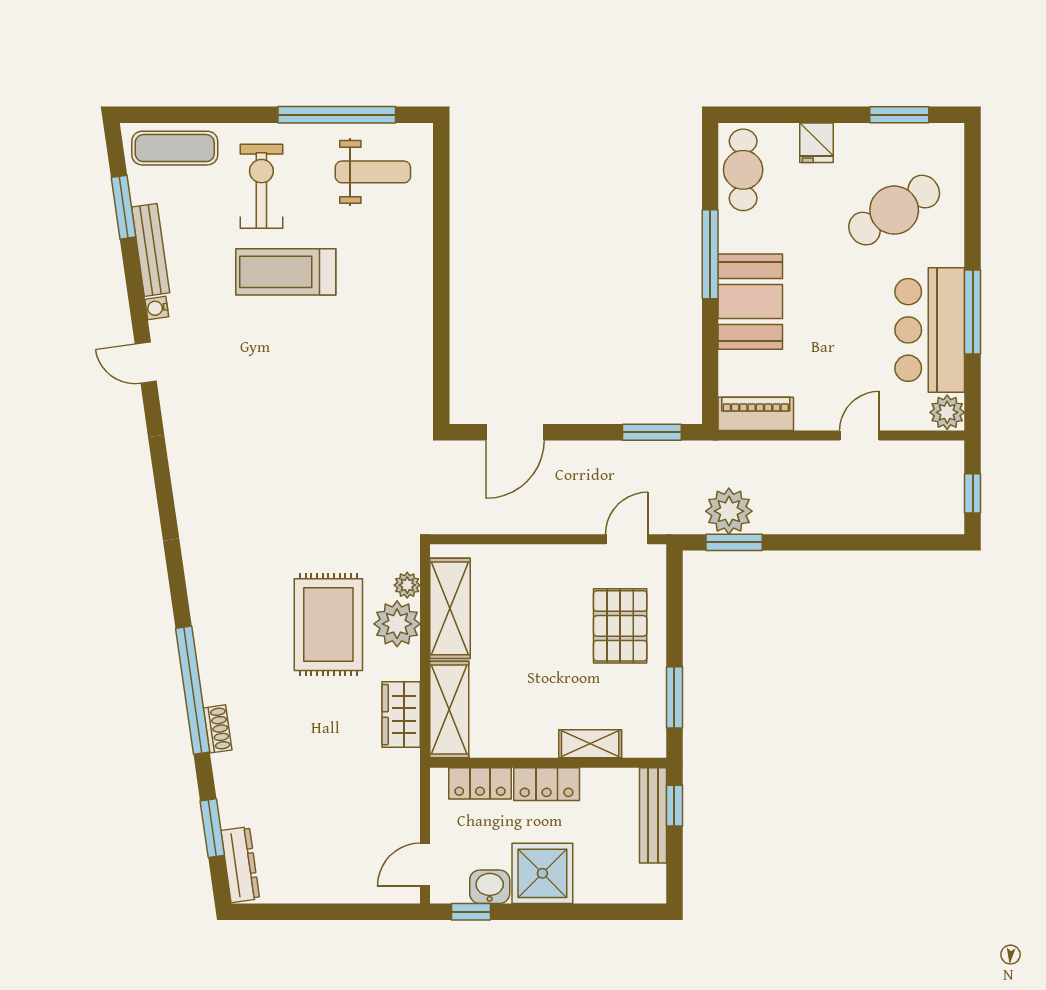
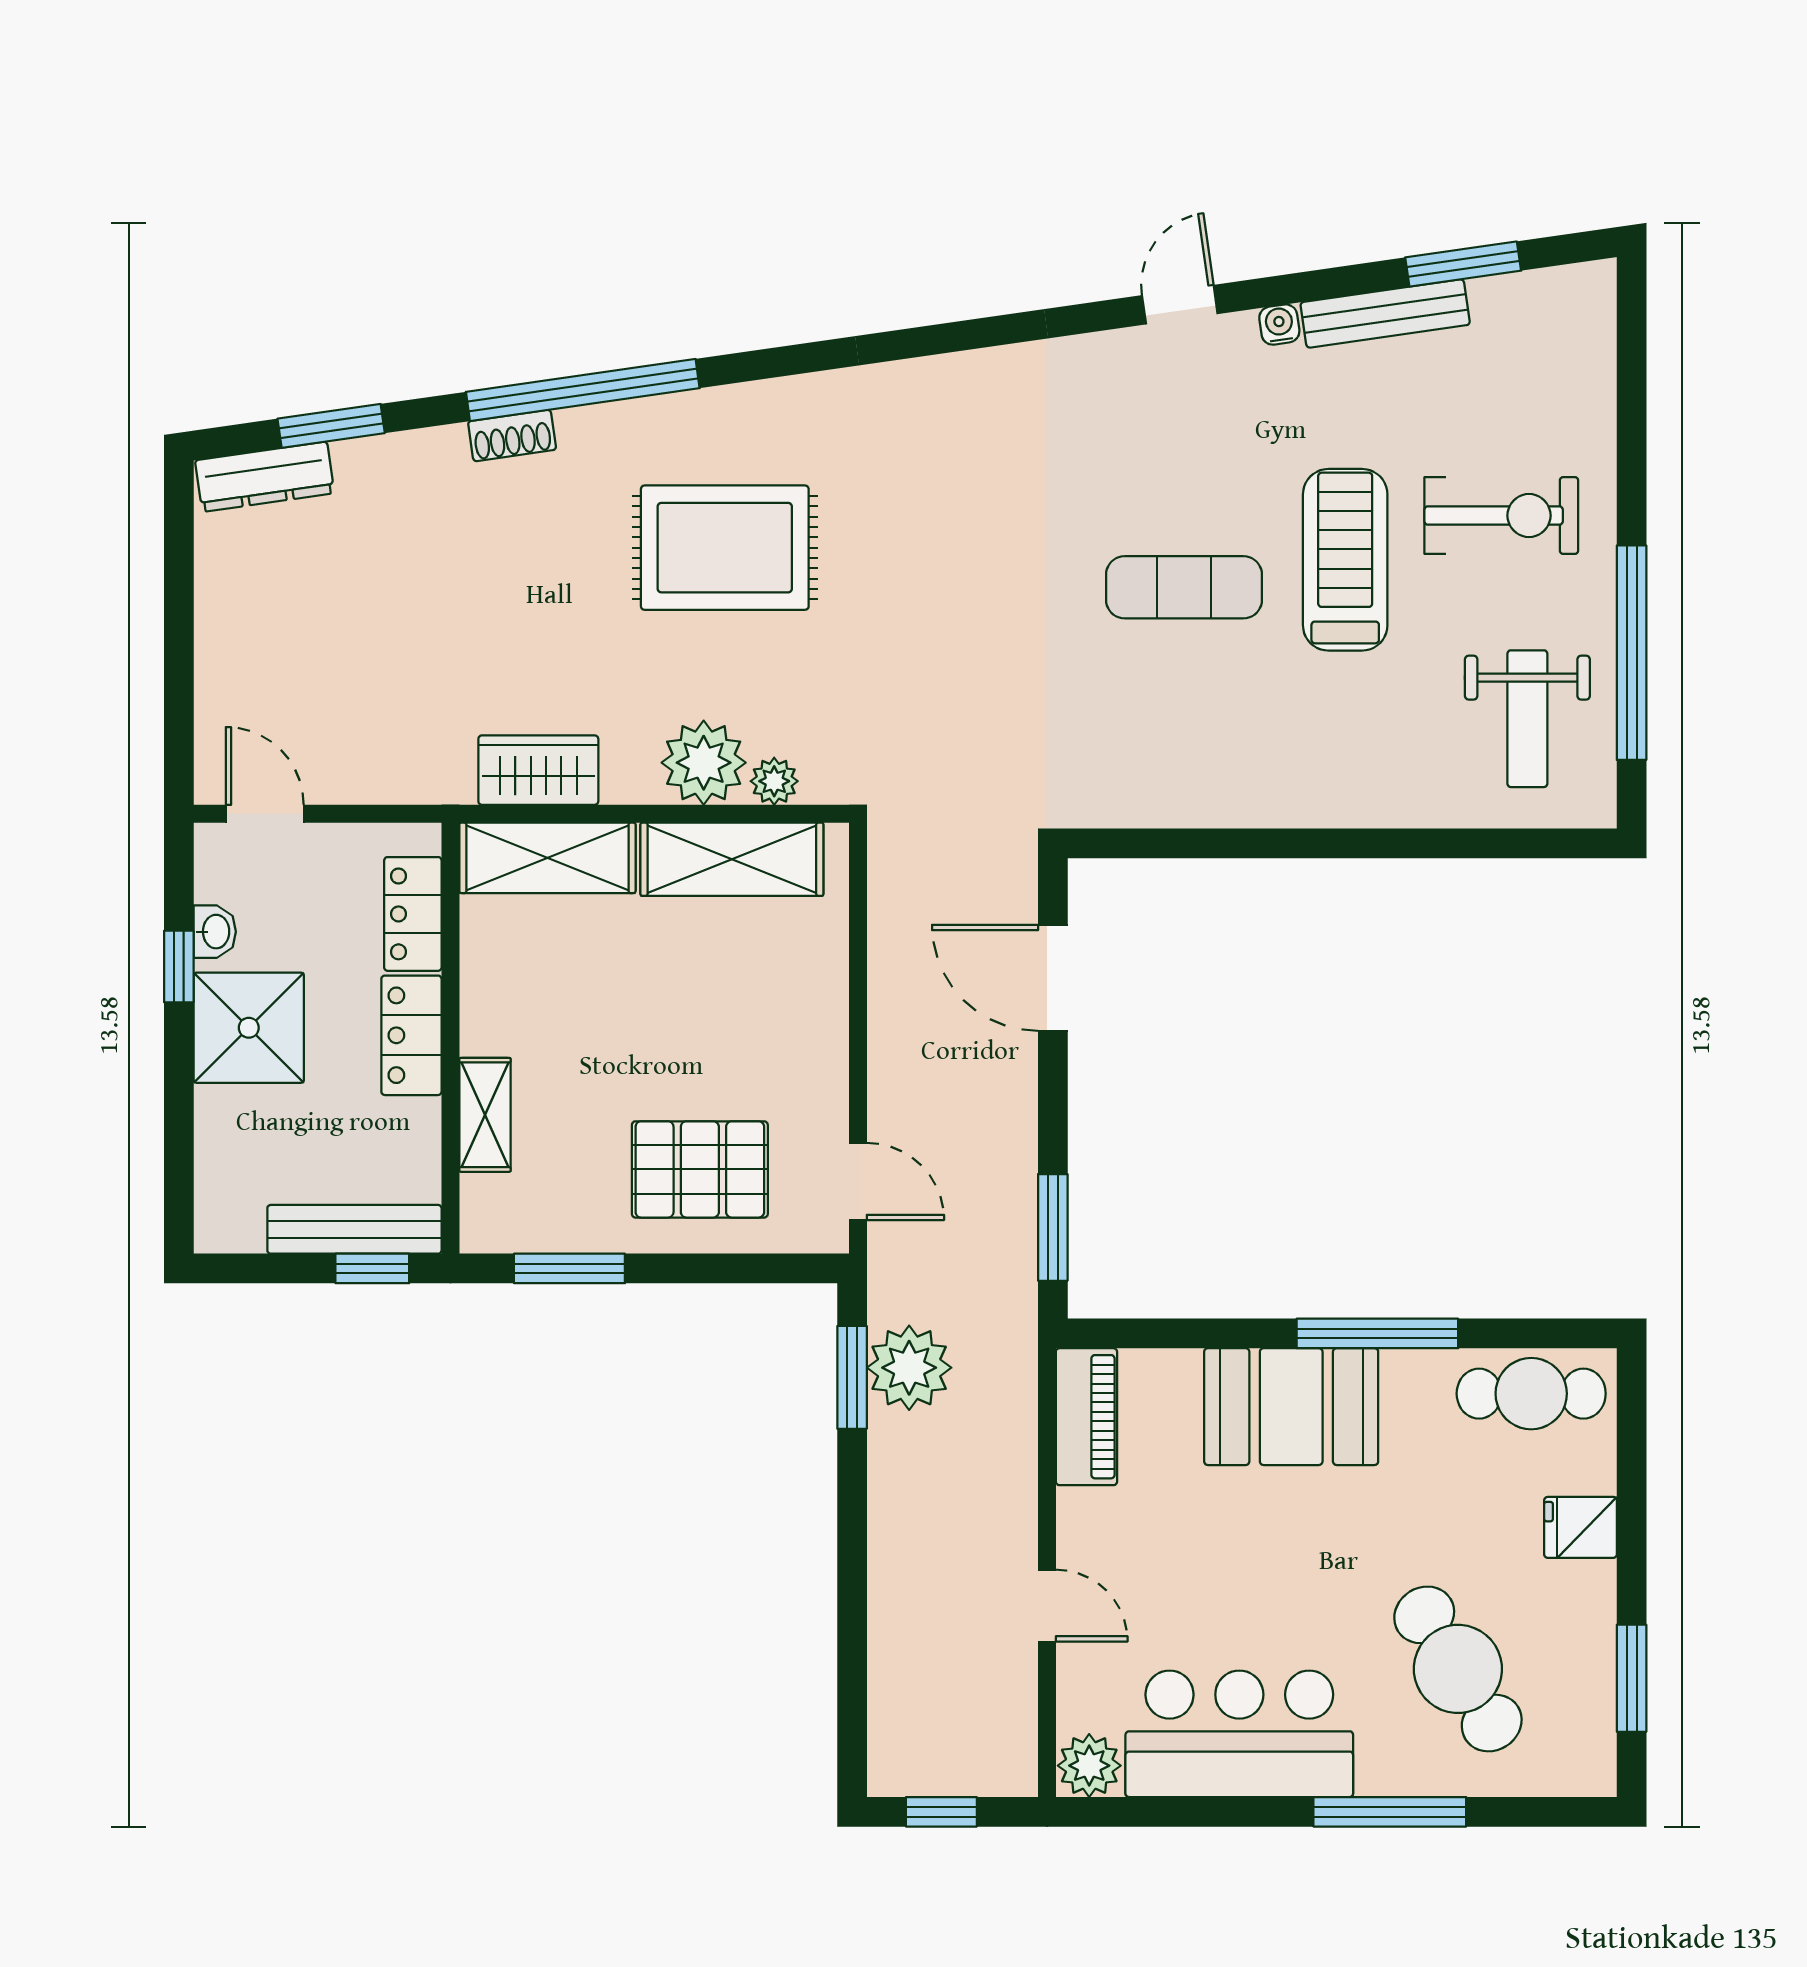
exercise mat: (175, 148) -> (1184, 587), moved, turned 90
window: (973, 312) -> (1390, 1812), moved
rug: (328, 625) -> (725, 548), moved
washbasin: (490, 887) -> (215, 932), width x0.72, depth x0.69
window: (471, 912) -> (179, 967), moved

